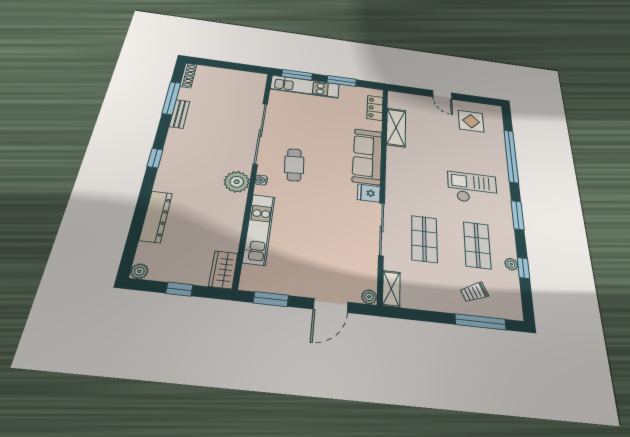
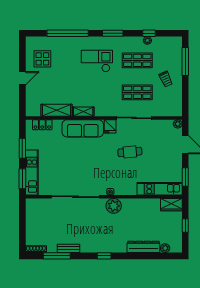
cafe table: (294, 165) -> (130, 152), moved
checkout: (472, 188) -> (97, 61), turned 90
kitchen unit: (259, 229) -> (160, 189), moved
plant: (139, 271) -> (165, 248), moved
shelving: (391, 289) -> (83, 112), moved
trolley: (474, 292) -> (166, 79), moved

